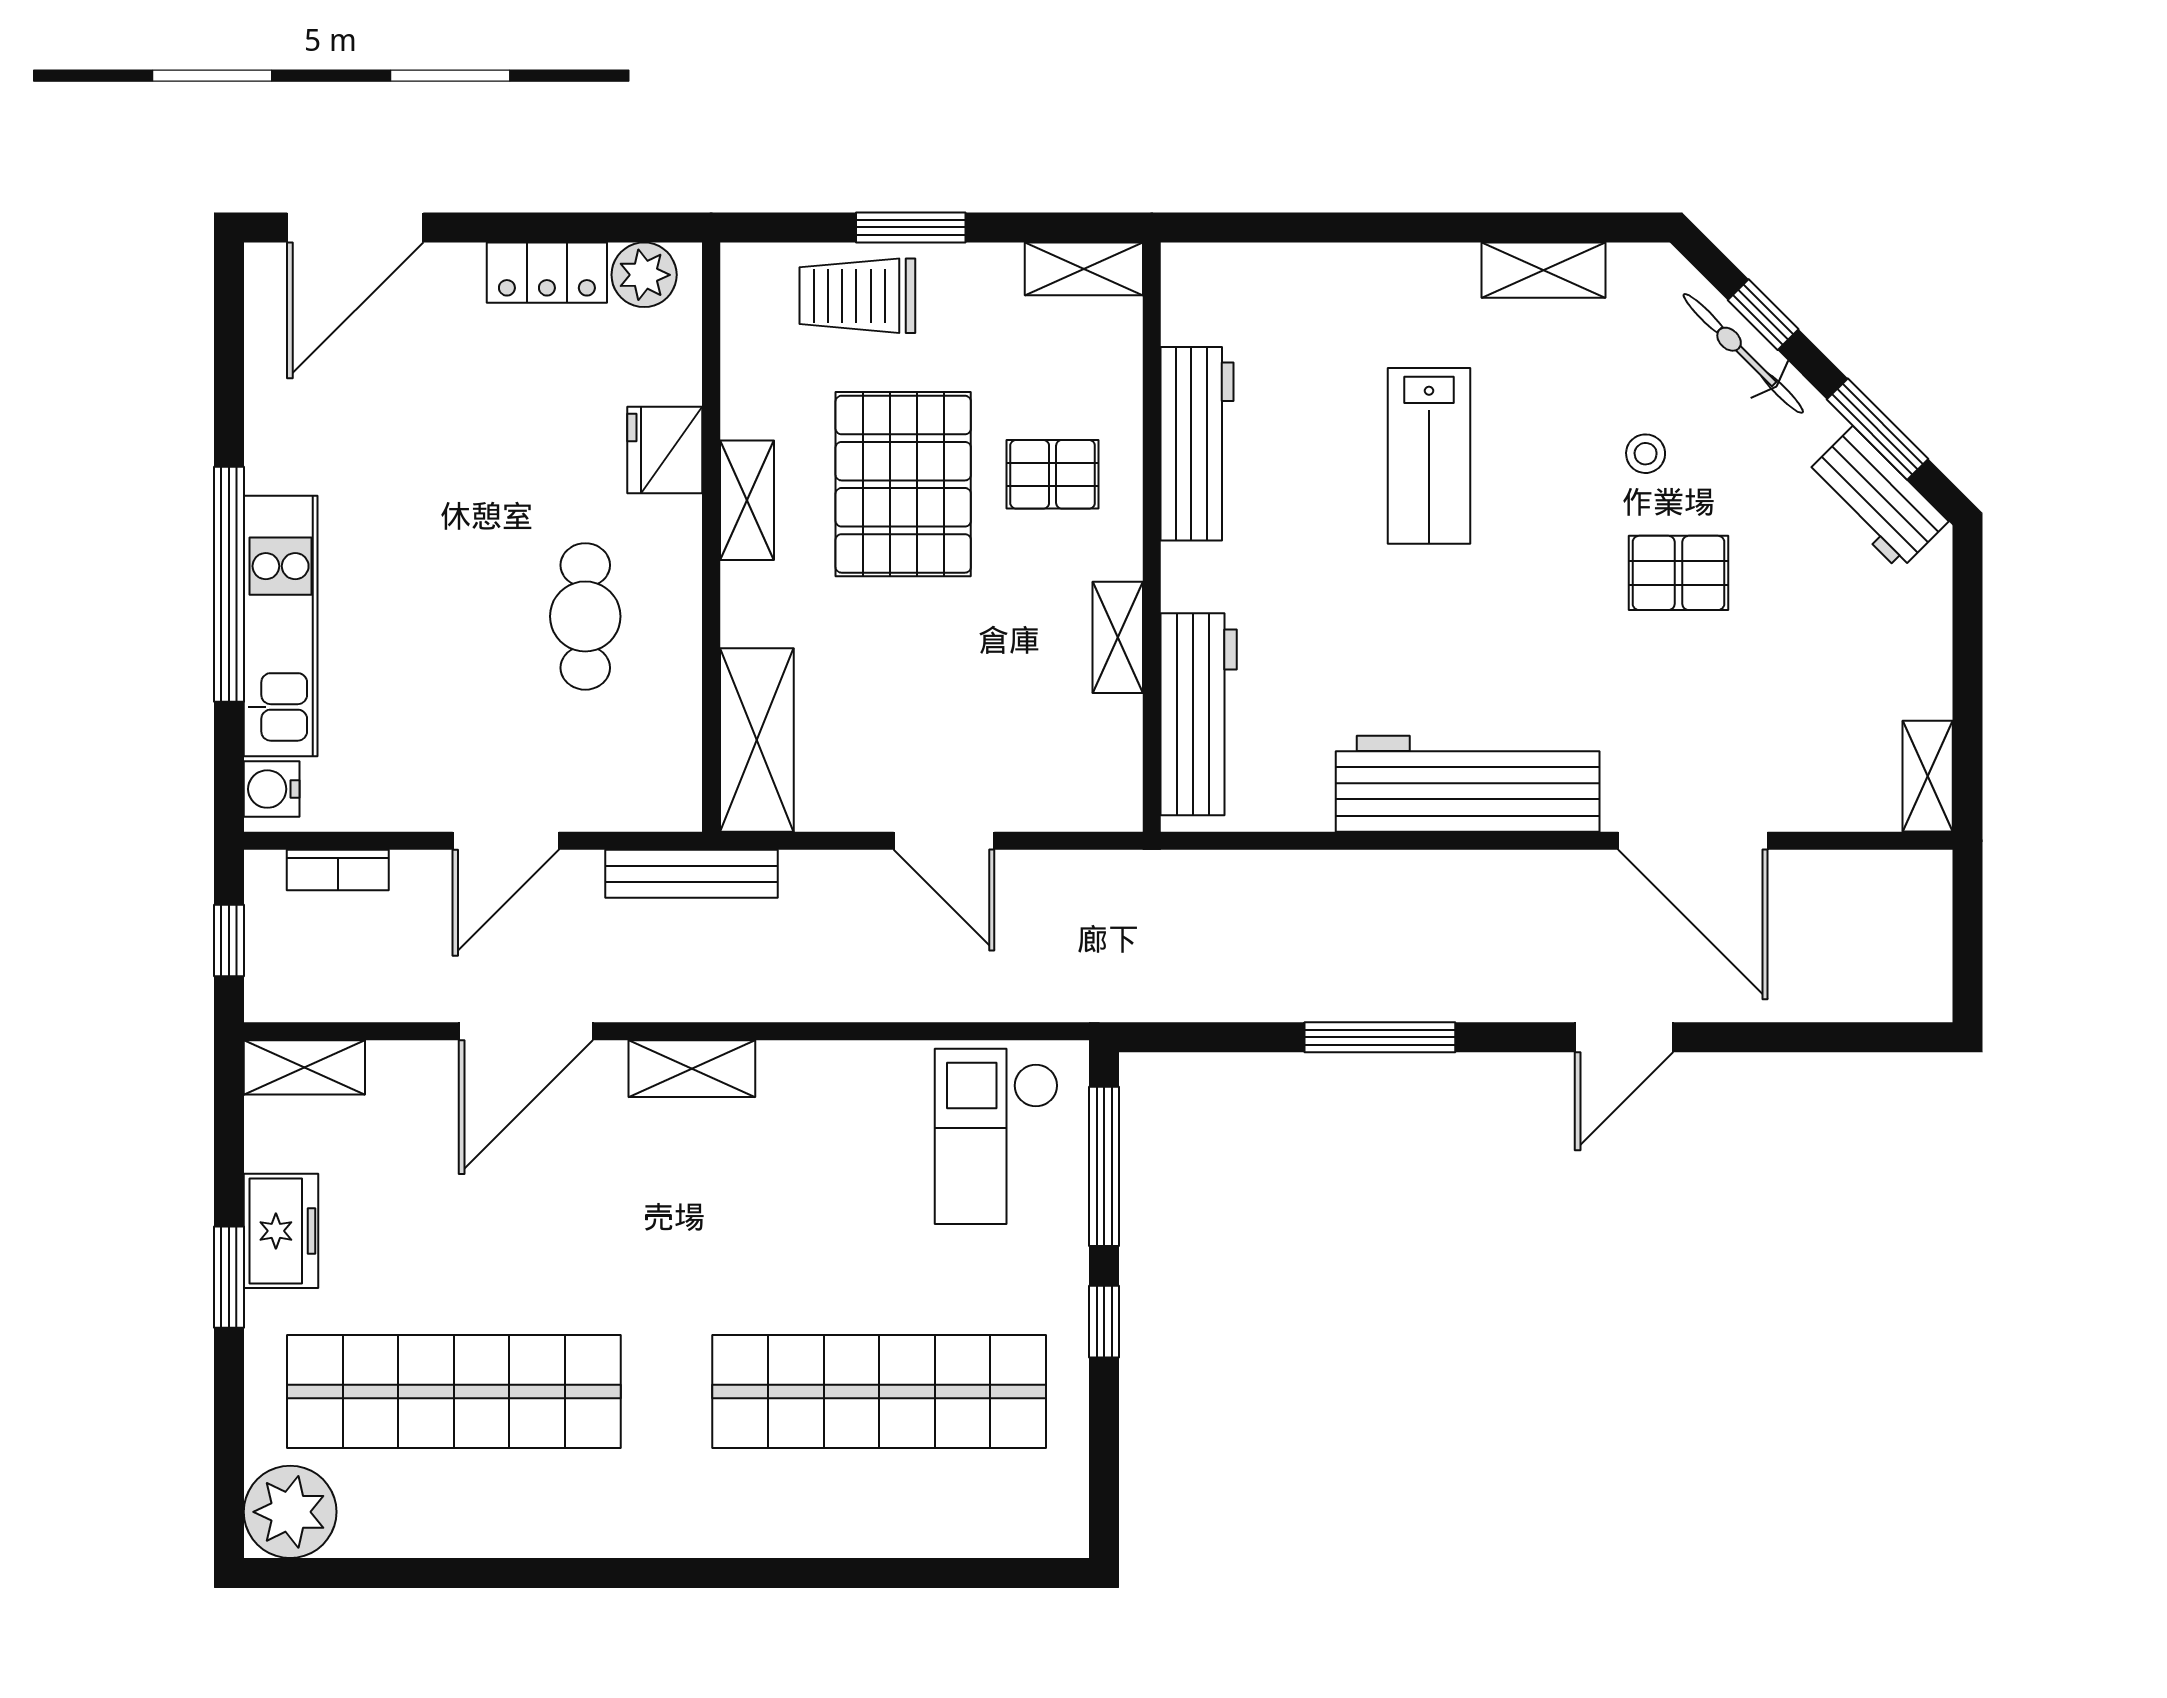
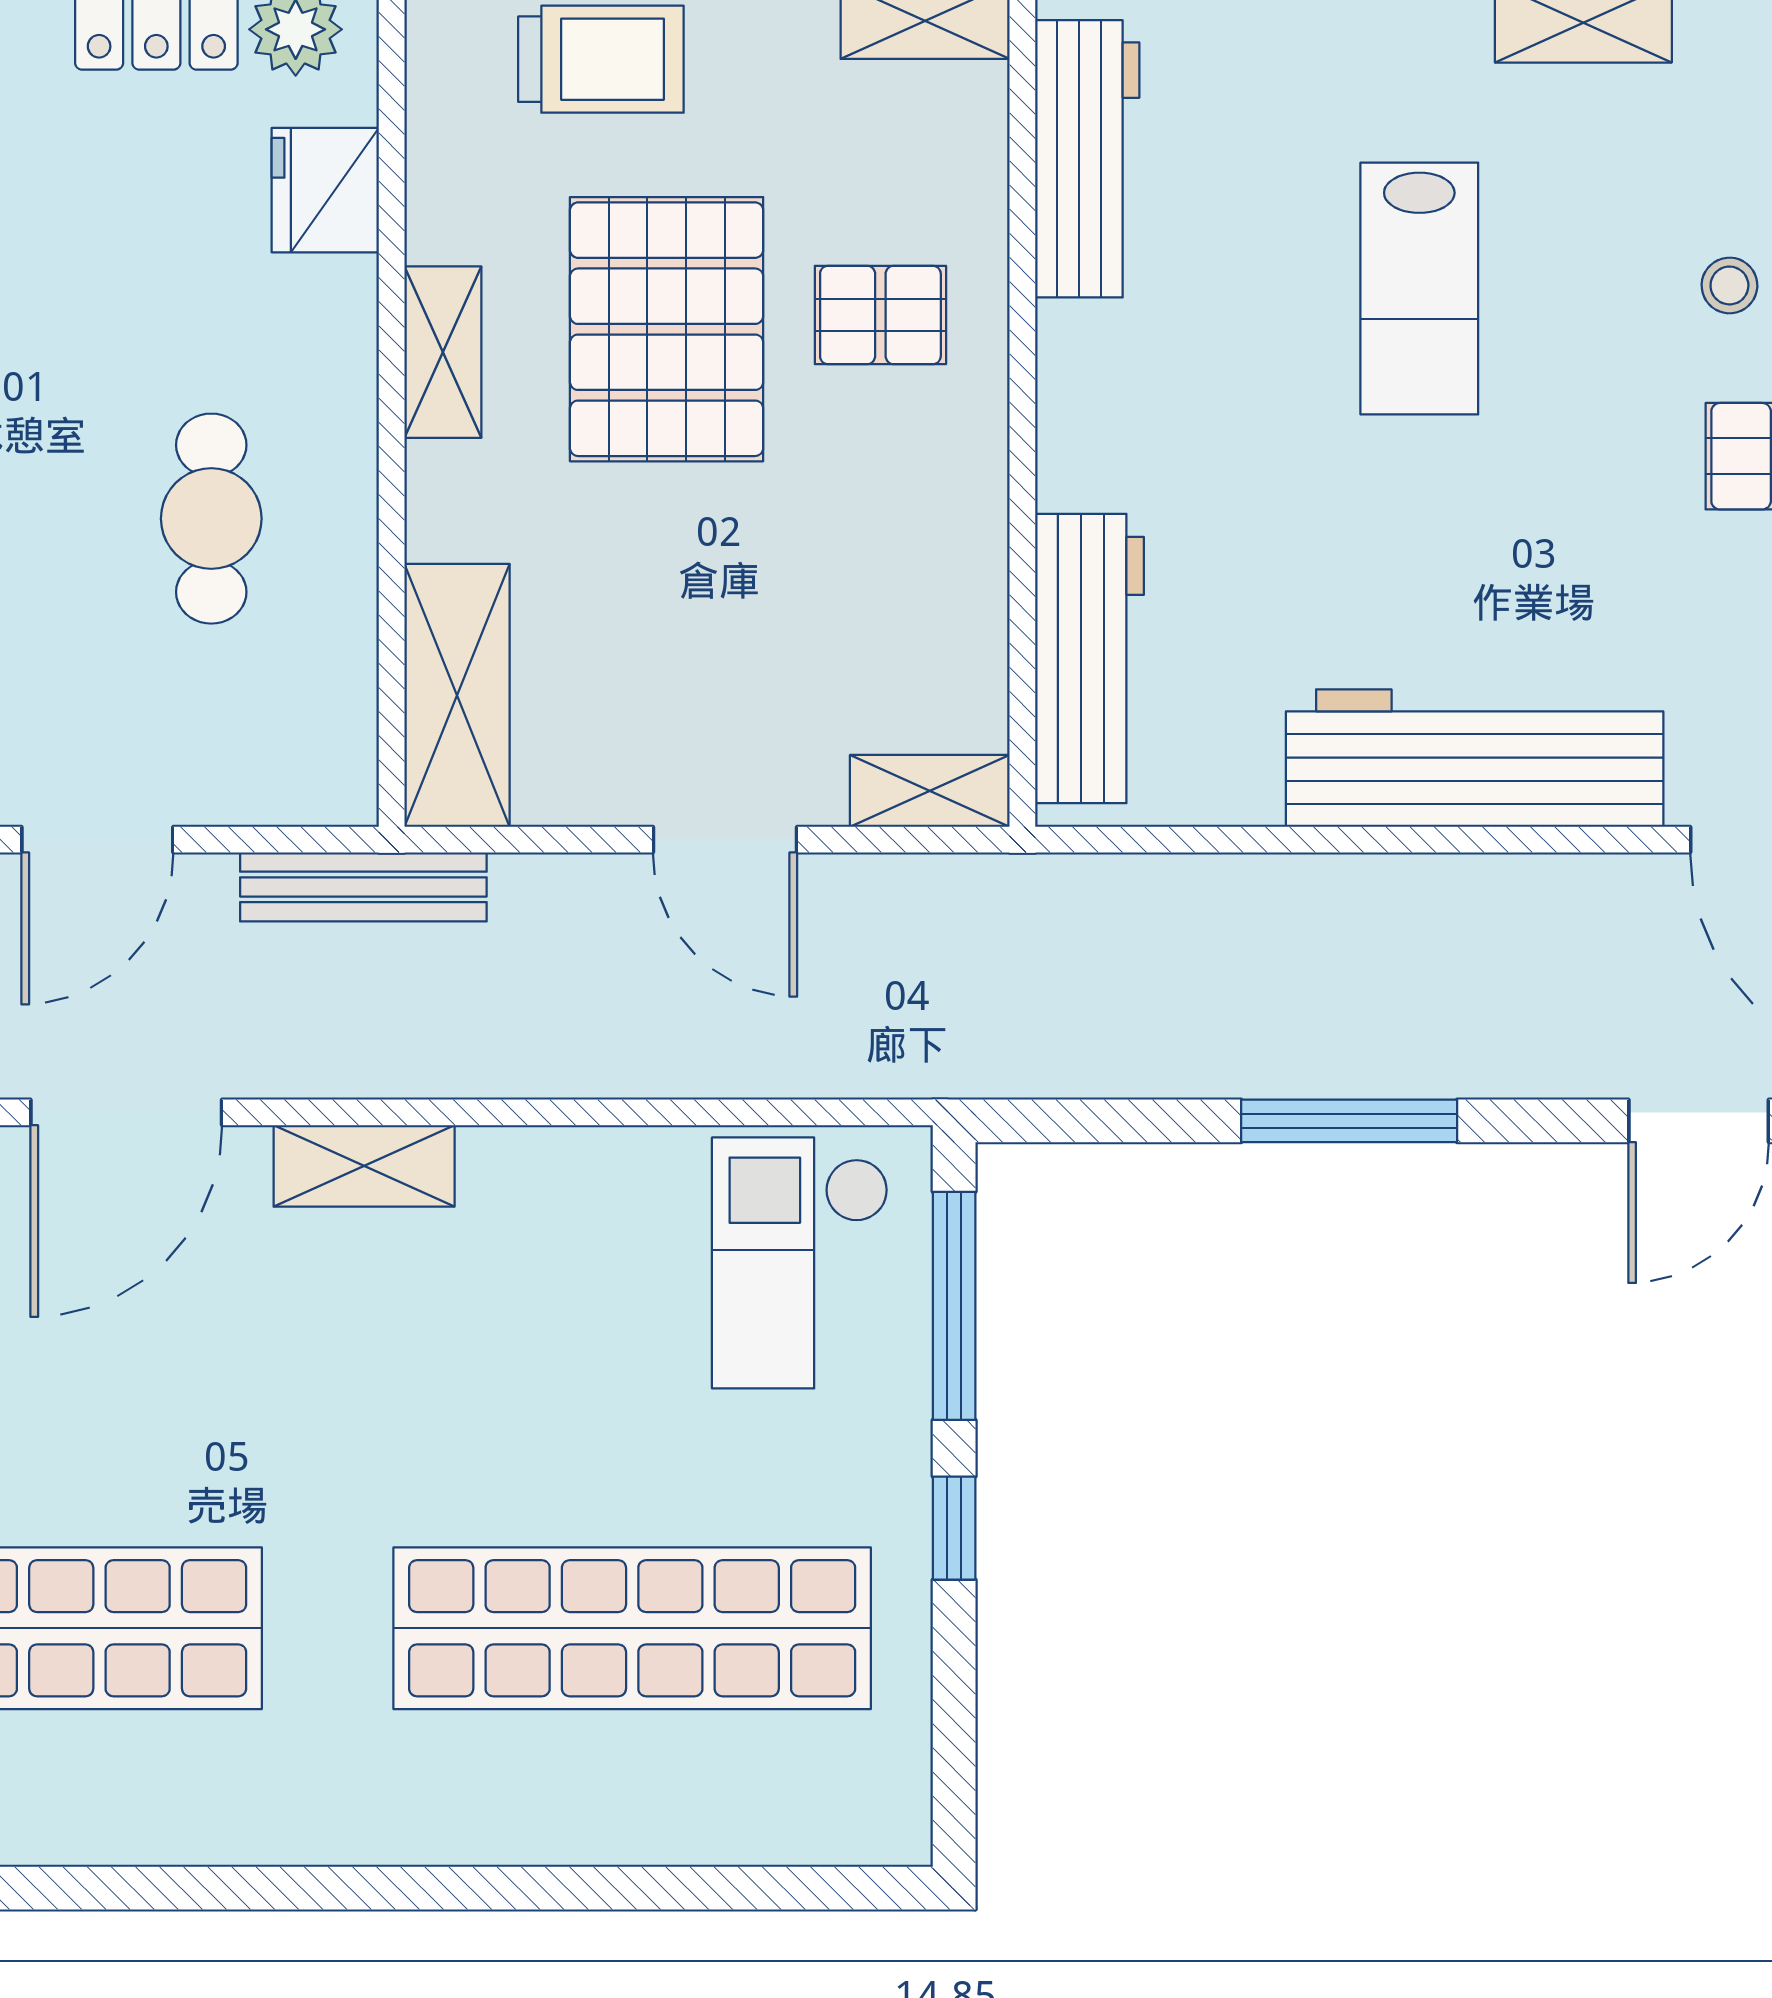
trolley: (857, 296) -> (601, 59), turned 180
workbench: (1197, 444) -> (1087, 159), moved
fridge: (665, 450) -> (325, 190), moved
shelving: (1118, 637) -> (930, 791), moved, turned 90

